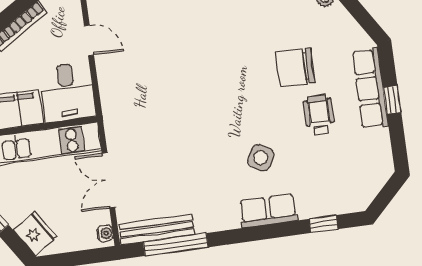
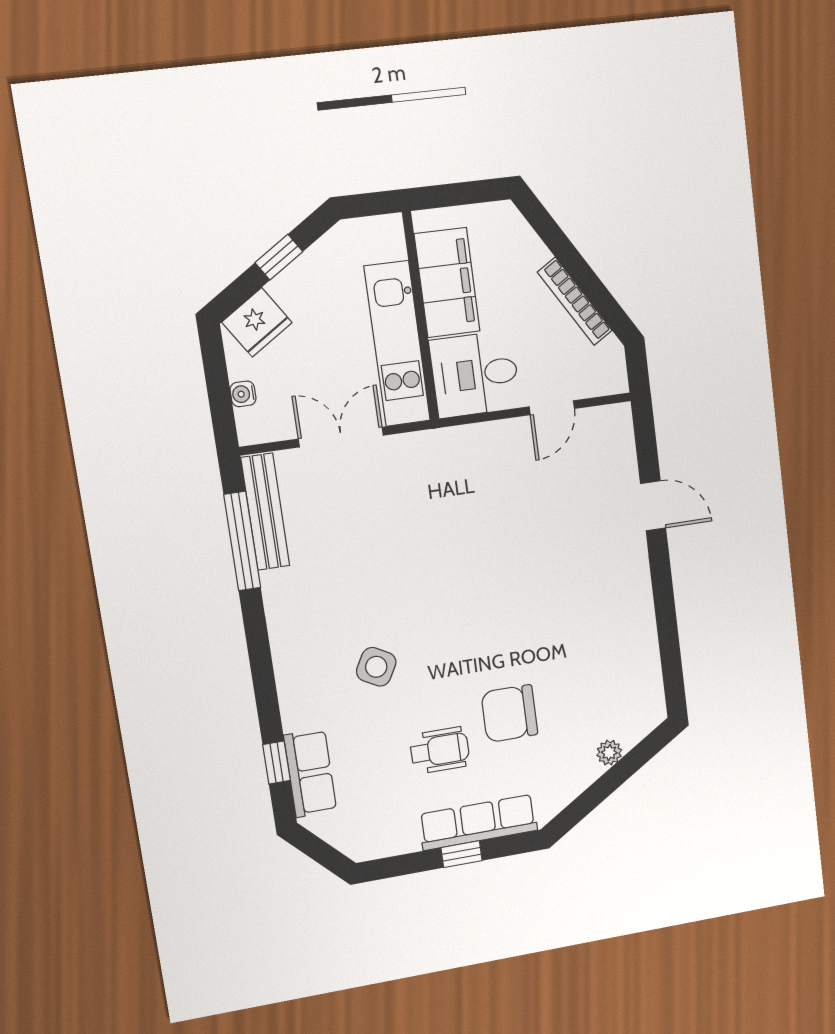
chair: (295, 68) -> (509, 714), turned -90
row of seats: (268, 211) -> (310, 773), moved
water cooler: (105, 233) -> (243, 394), moved, turned 90

